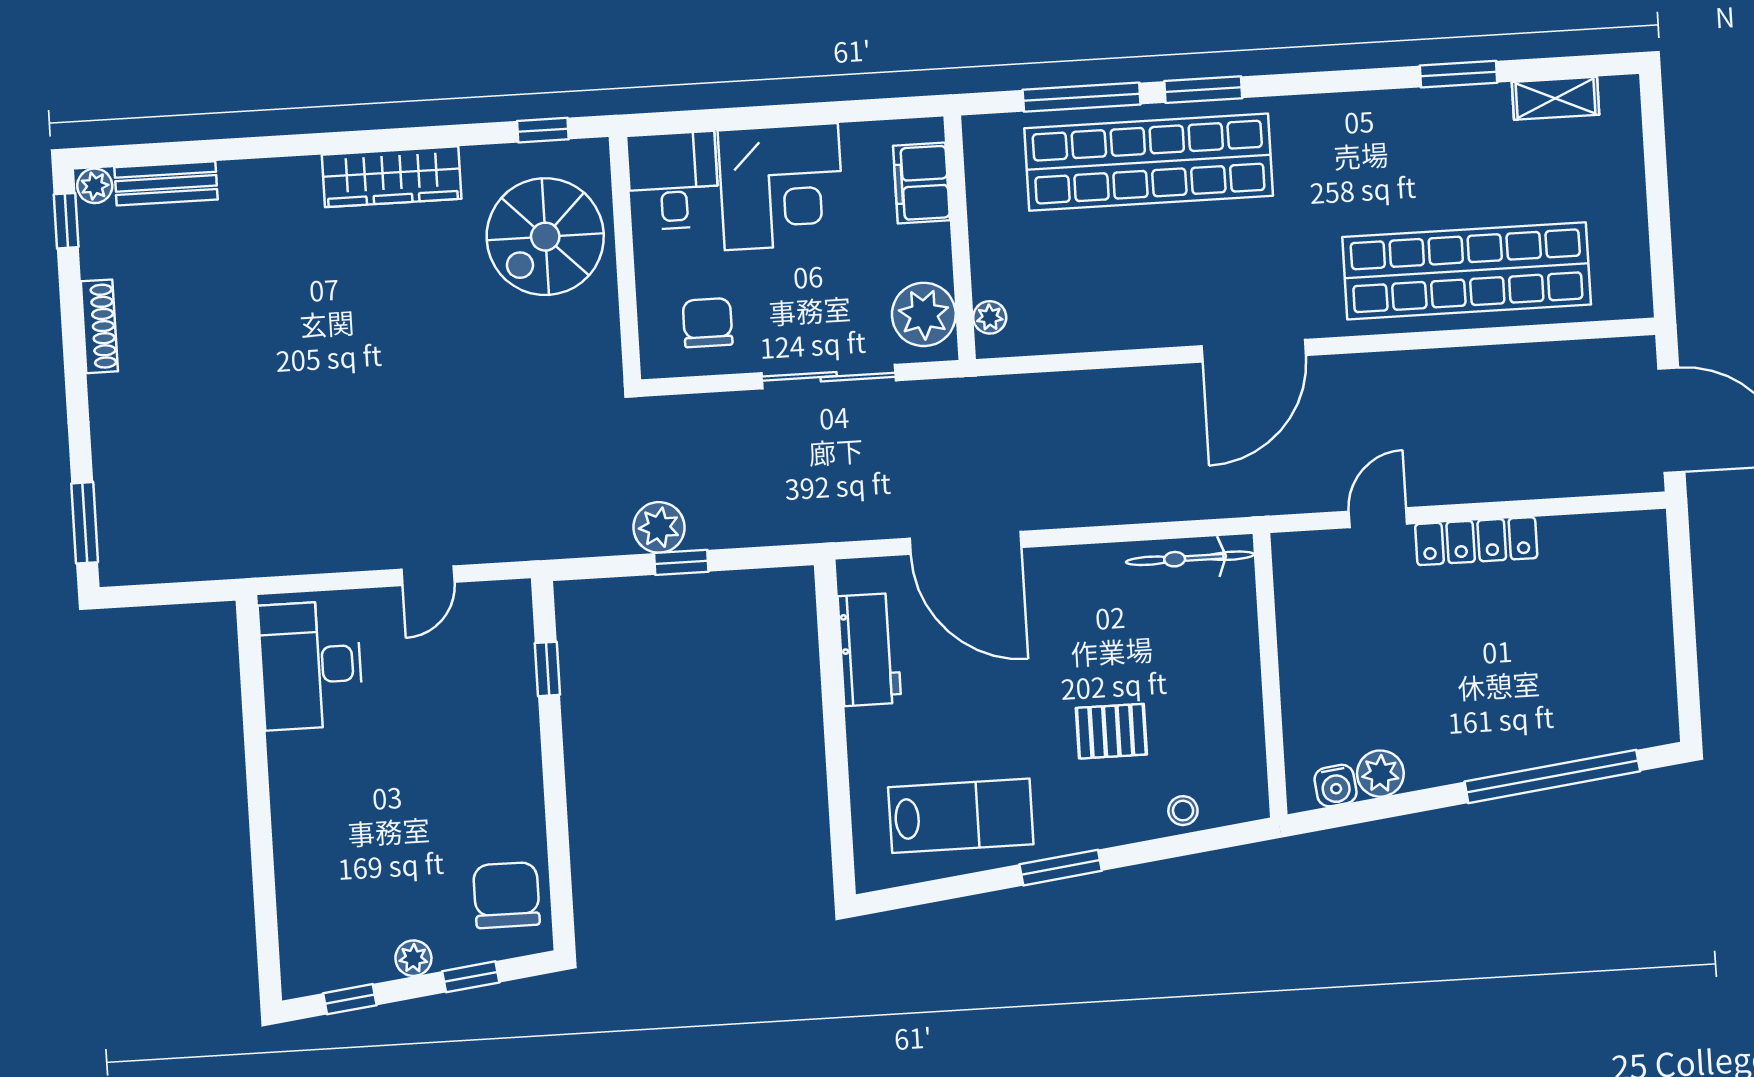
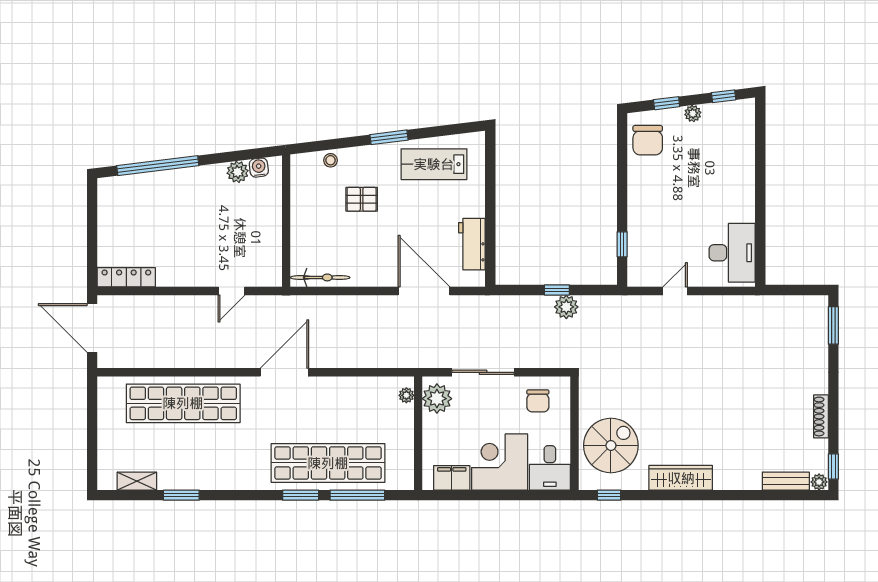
filing cabinet: (922, 183) -> (452, 478), moved, turned -90
locker: (1476, 541) -> (126, 277), moved

